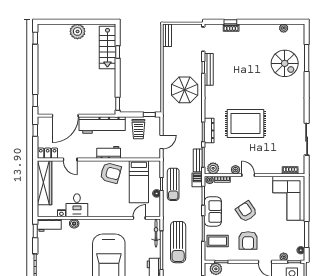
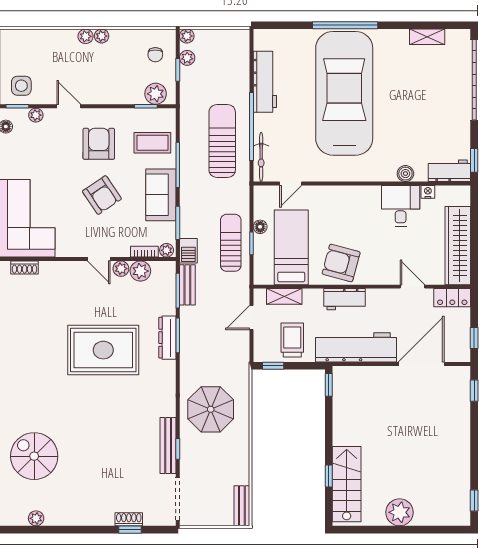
shelving: (143, 154) -> (284, 296), added
plant: (213, 168) -> (140, 271), moved

